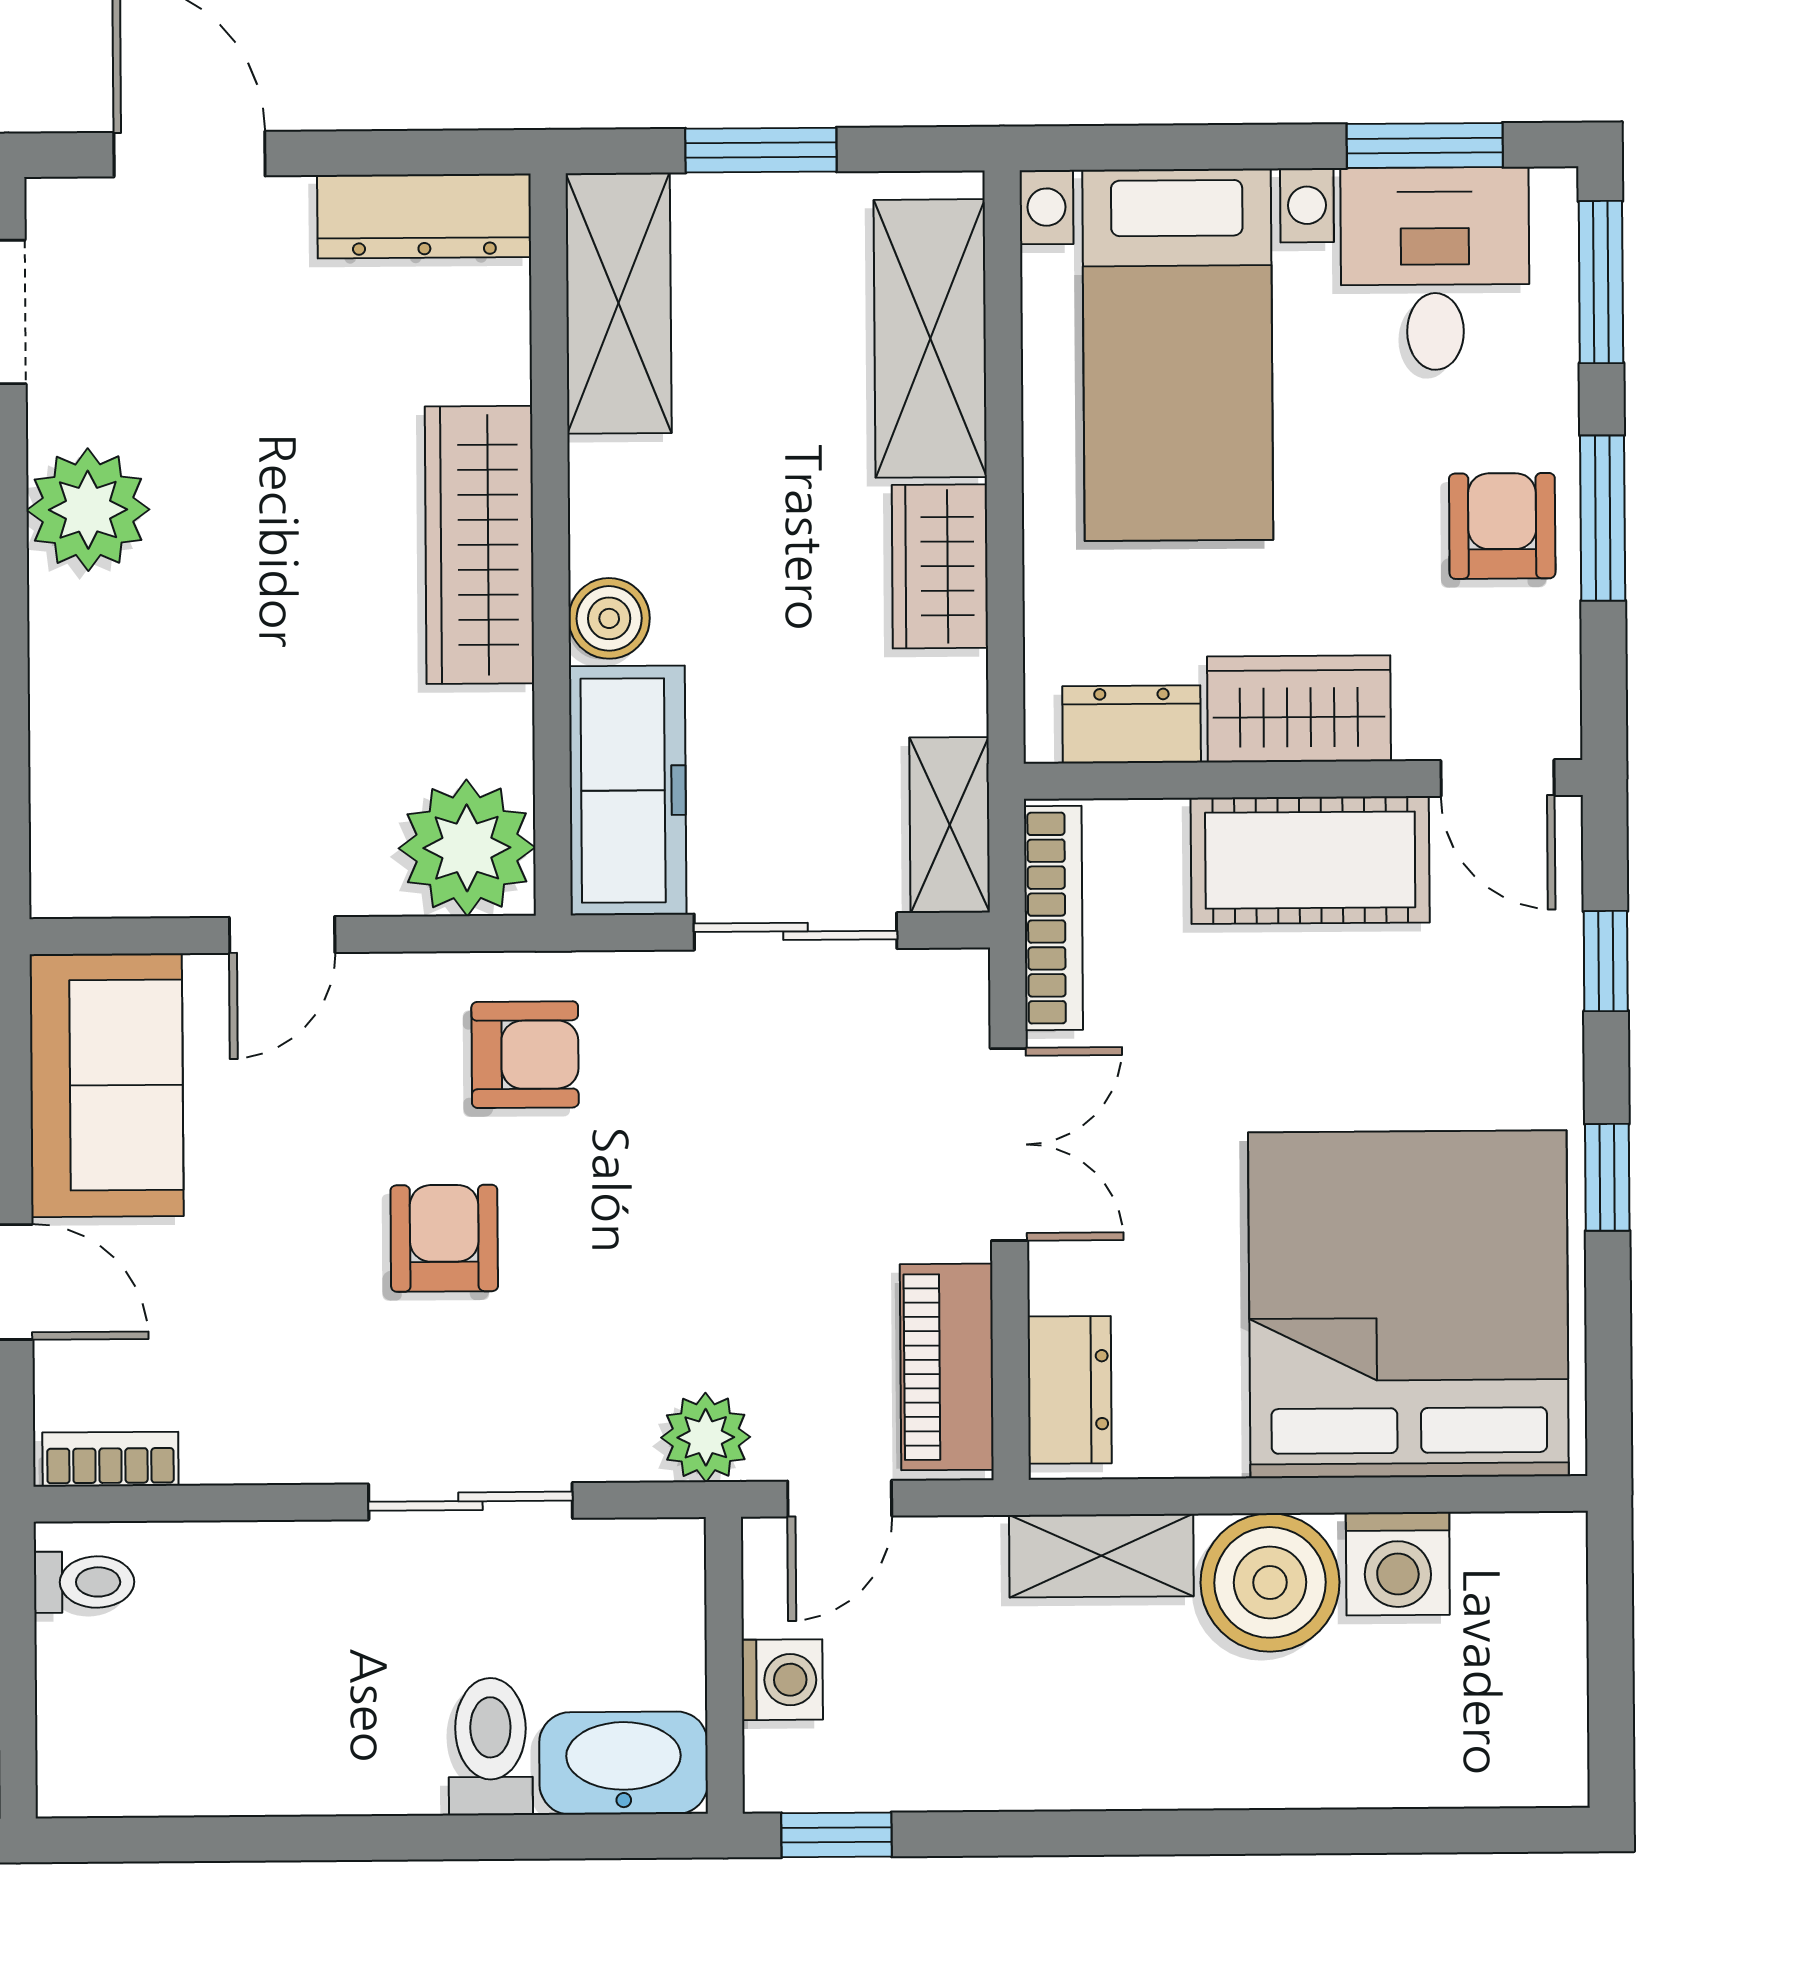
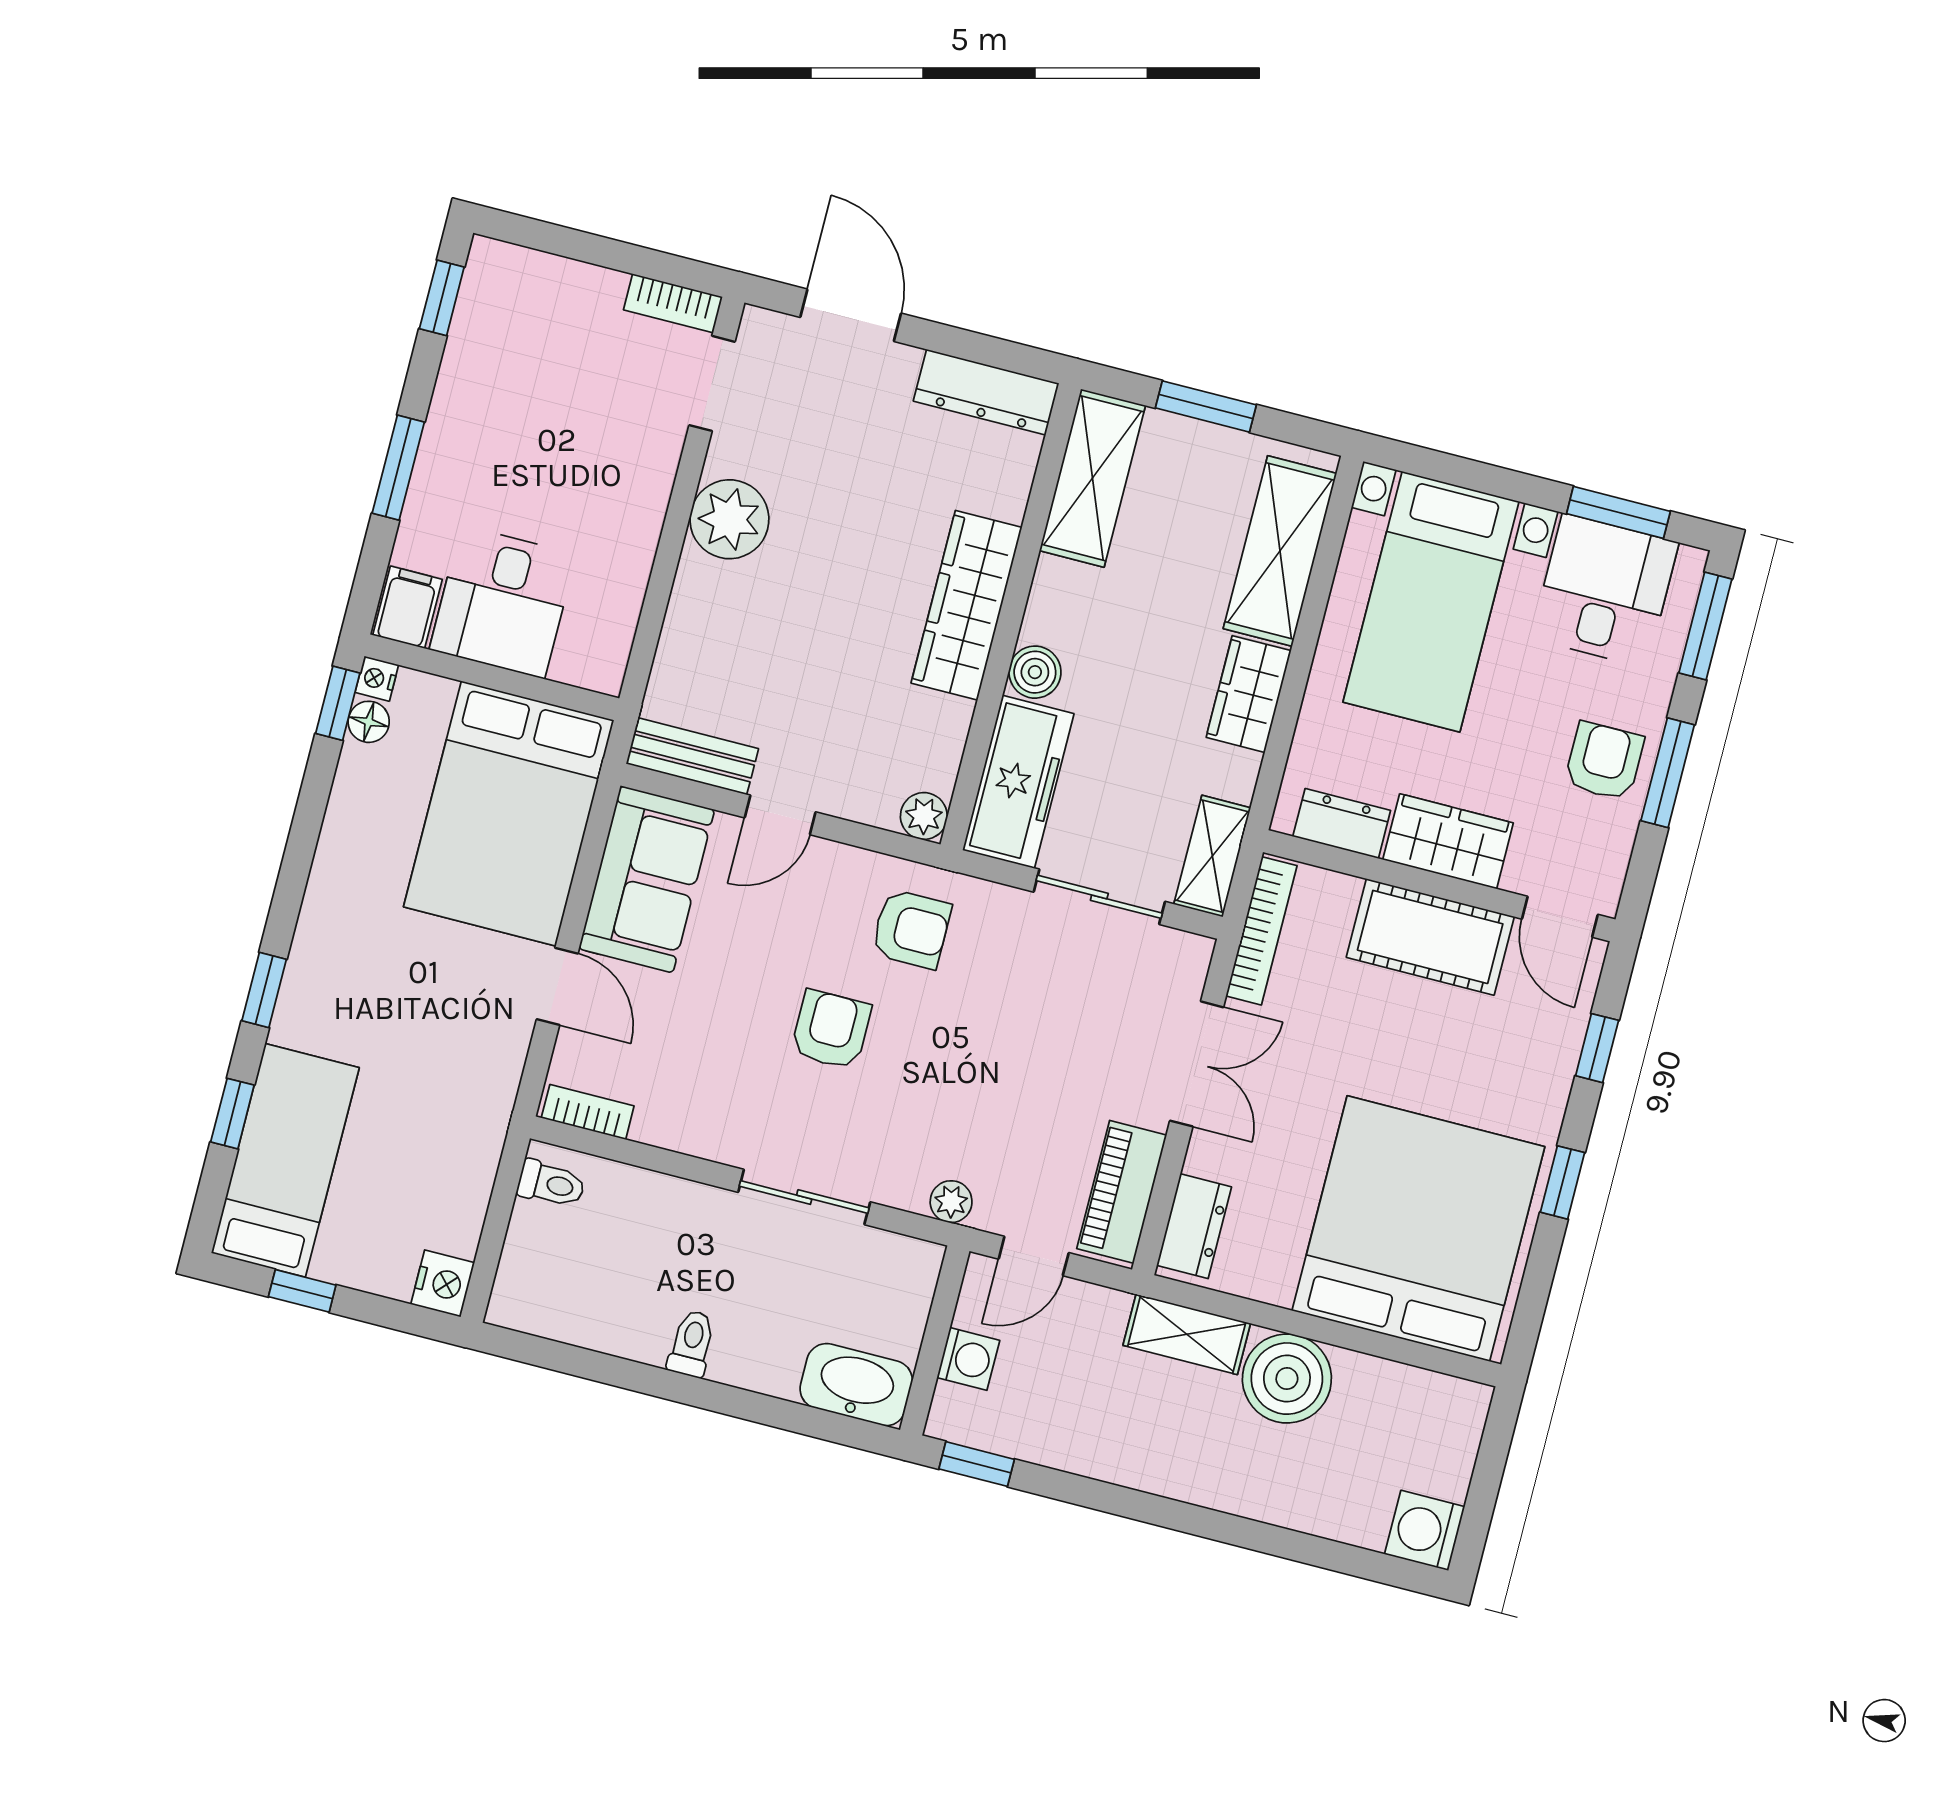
plant: (467, 848) -> (924, 816), width x0.53, depth x0.53
bench: (126, 881) -> (692, 756), added
plant: (706, 1437) -> (951, 1202), width x0.73, depth x0.73
washing machine: (1398, 1564) -> (1425, 1530), moved, turned 90
toilet: (491, 1747) -> (692, 1344), moved, width x0.73, depth x0.72

